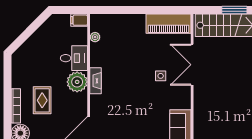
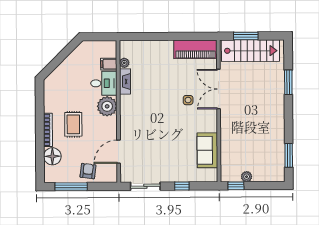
window: (234, 10) -> (246, 36), moved
filing cabinet: (79, 20) -> (109, 64), moved
fireplace: (96, 81) -> (125, 81), moved

